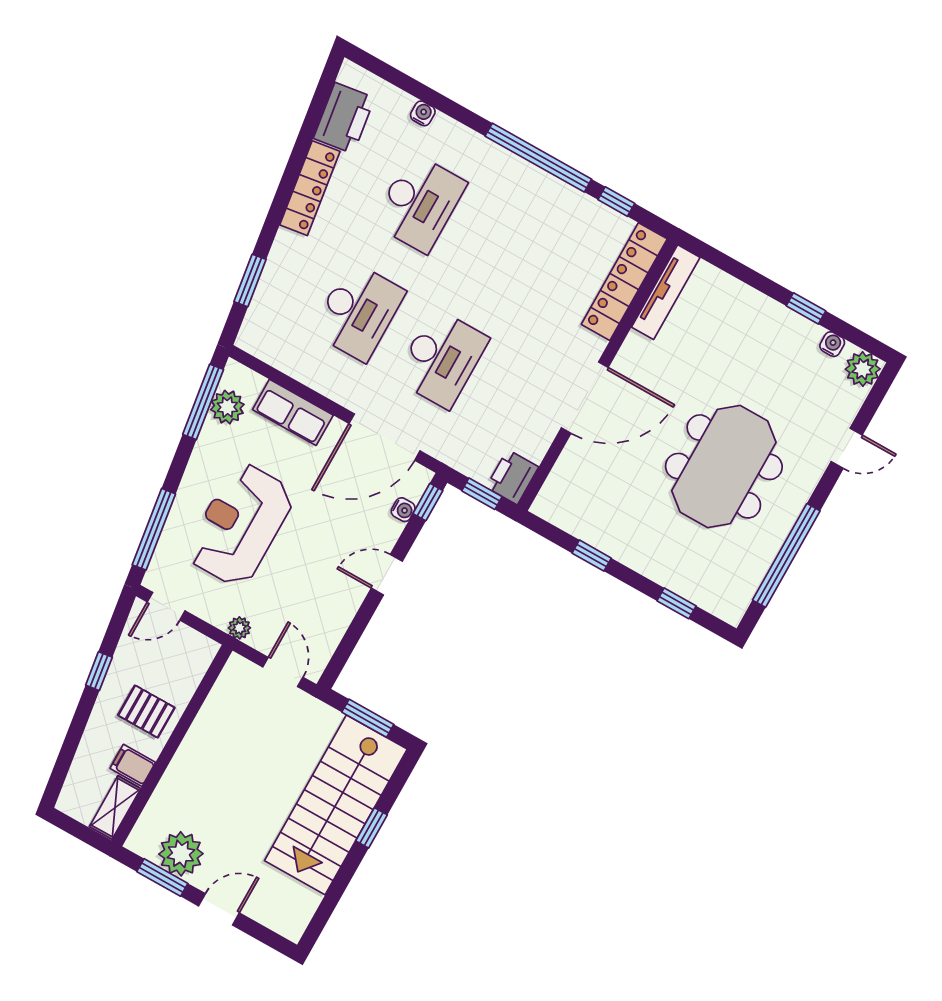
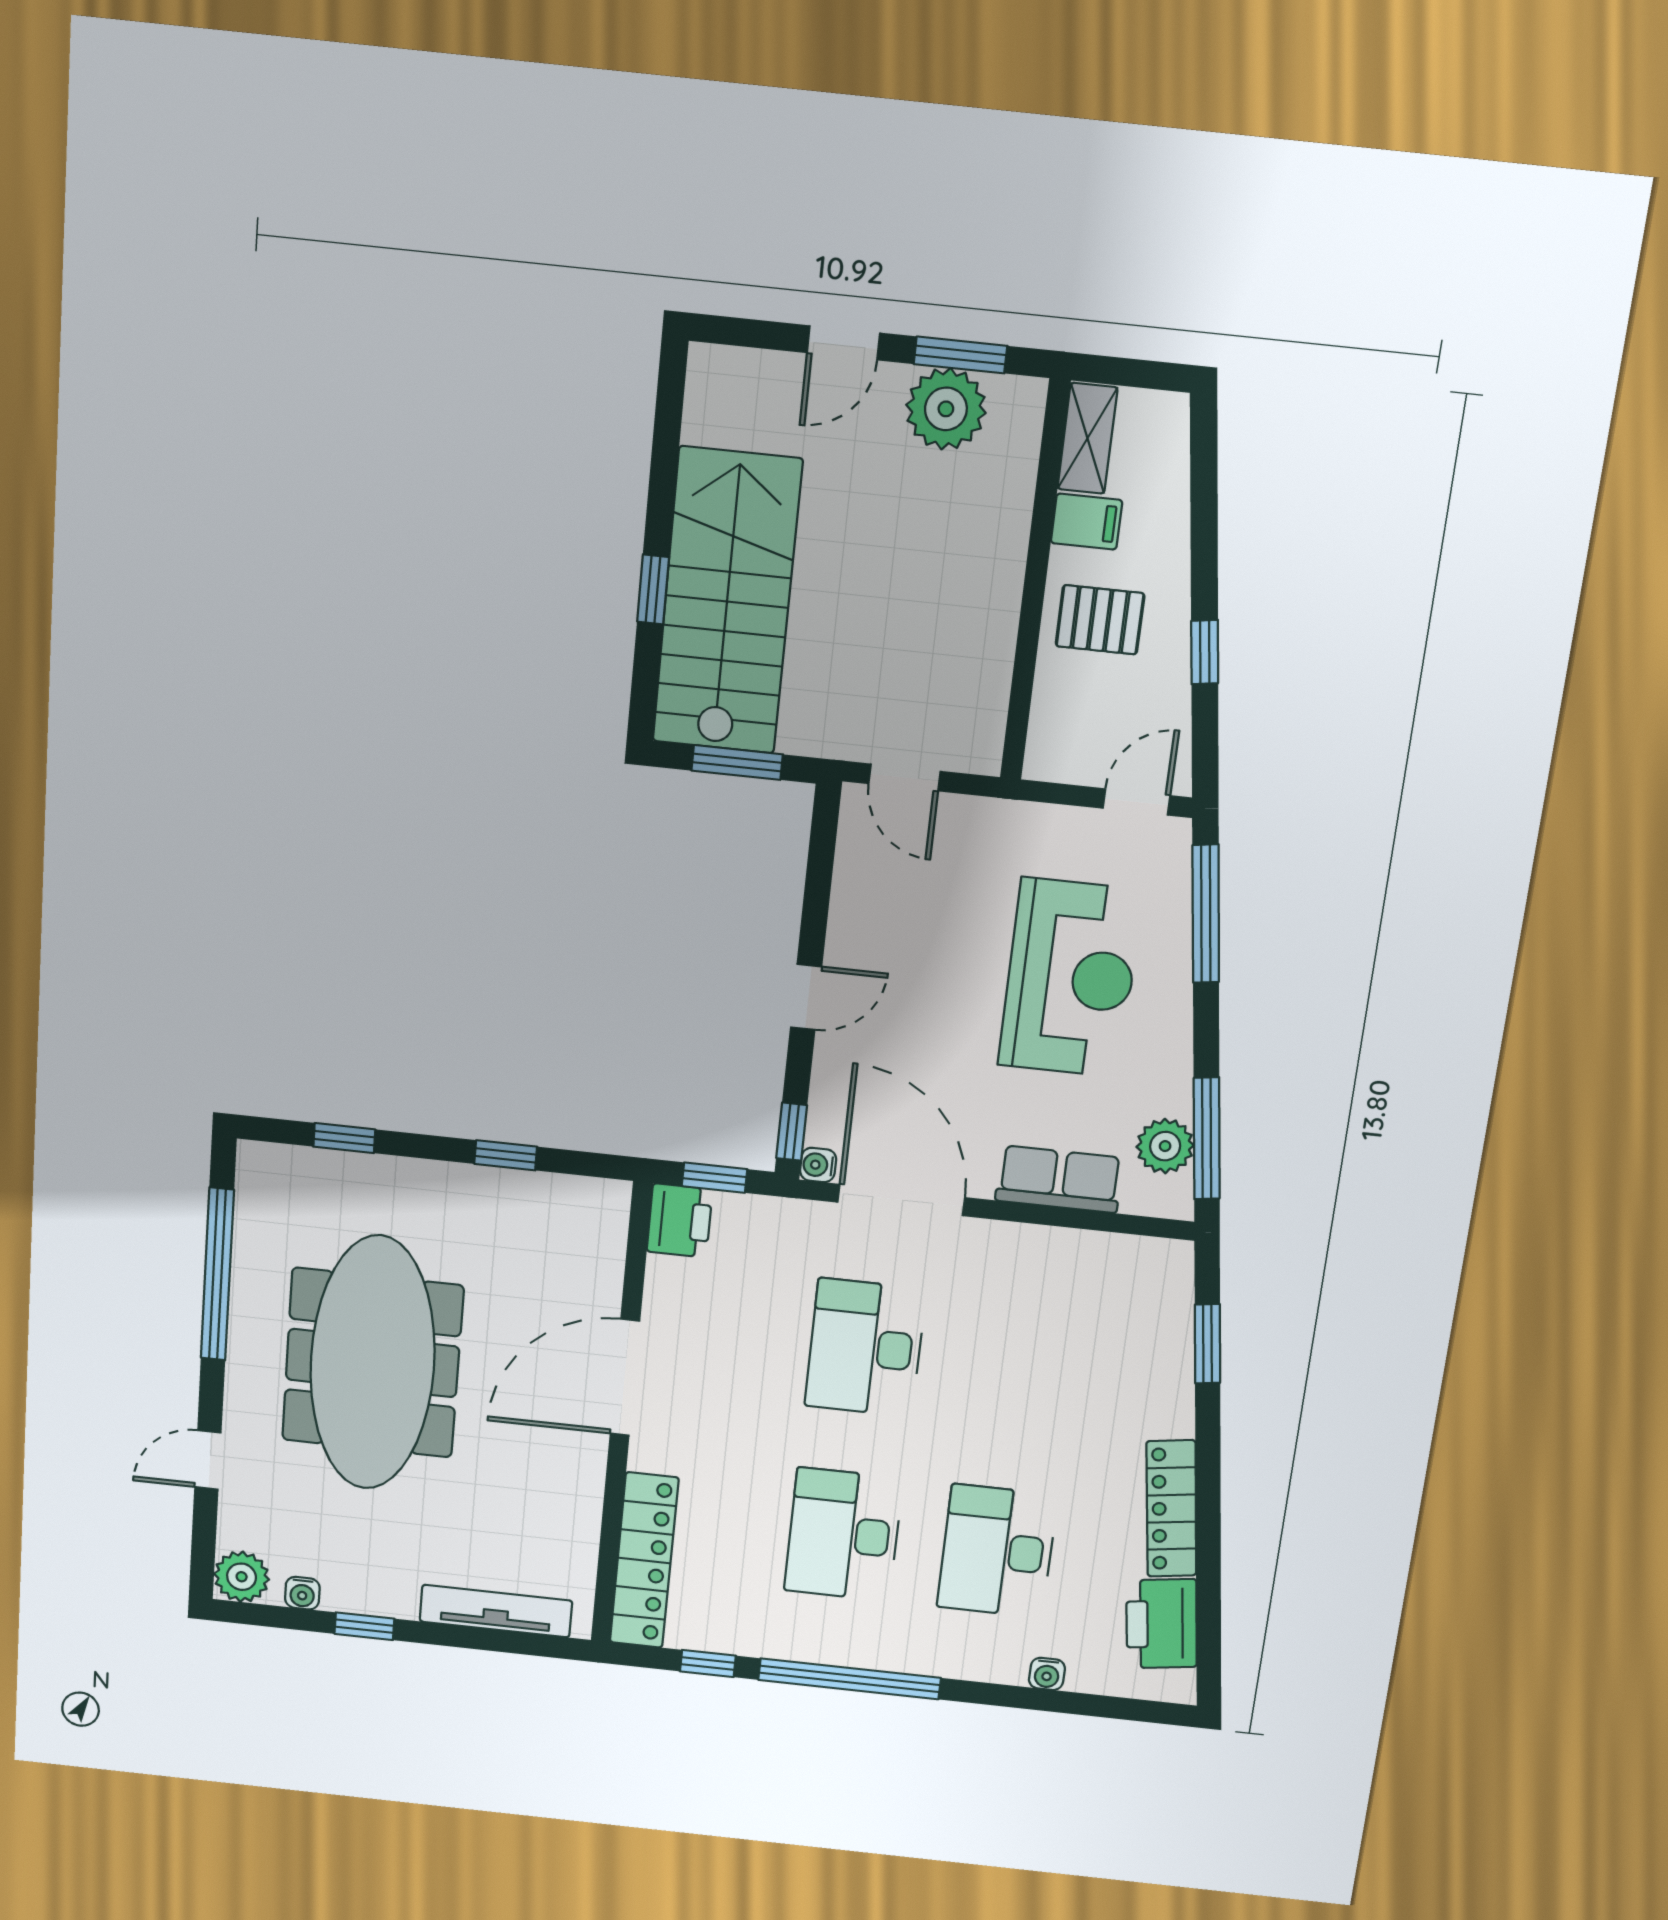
tv unit: (666, 292) -> (496, 1611), moved, turned 90
desk: (358, 312) -> (843, 1534), moved
door: (385, 437) -> (901, 1200), hinge flipped
meeting table: (724, 466) -> (372, 1363), width x1.36
water cooler: (403, 510) -> (818, 1165), moved
plant: (239, 628) -> (1004, 818), removed

